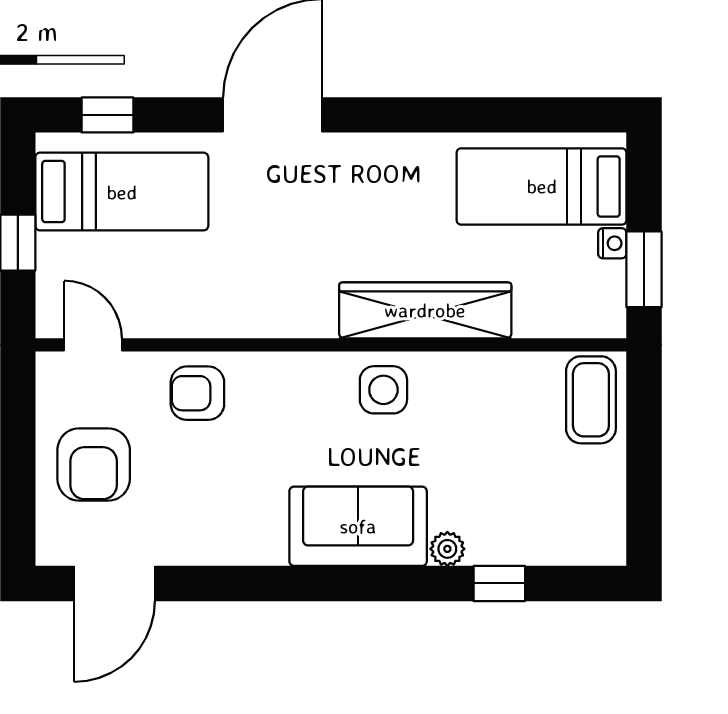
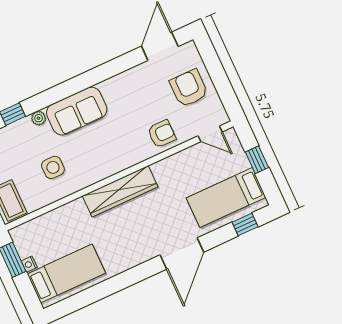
wardrobe: (425, 310) -> (120, 191), moved
side table: (383, 390) -> (53, 167), moved

